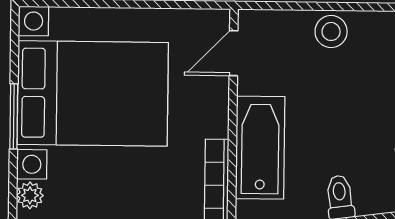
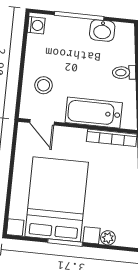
stool: (331, 31) -> (44, 85), moved

